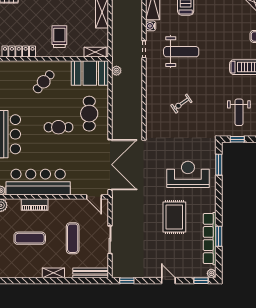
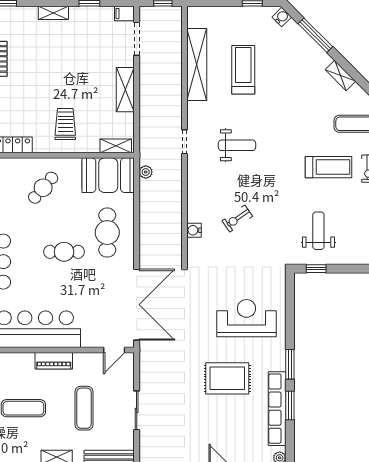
water cooler: (151, 26) -> (194, 230), moved
weight bench: (181, 52) -> (237, 145), width x0.73, depth x0.75
weight bench: (239, 112) -> (318, 231), turned 180
window: (219, 165) -> (290, 364), moved
door: (94, 197) -> (114, 350), hinge flipped
piano: (35, 205) -> (54, 361), moved
rug: (174, 217) -> (227, 378), turned 90

